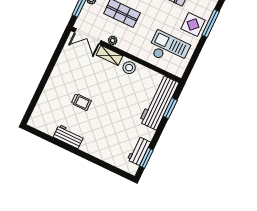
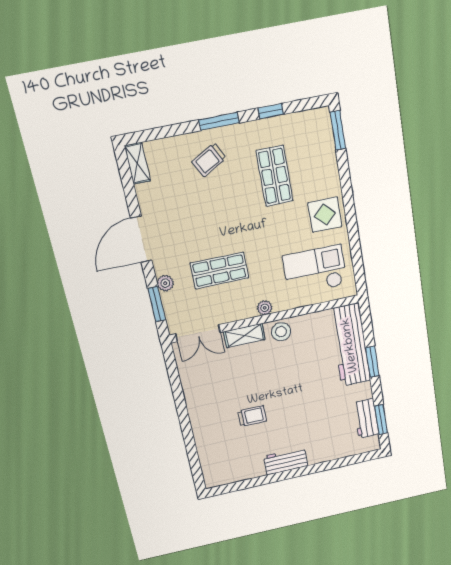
window: (211, 23) -> (348, 195), removed
plant: (113, 41) -> (265, 308), moved
window: (170, 108) -> (372, 362), moved
workbench: (69, 137) -> (286, 461), moved

